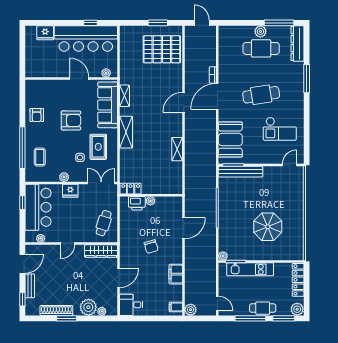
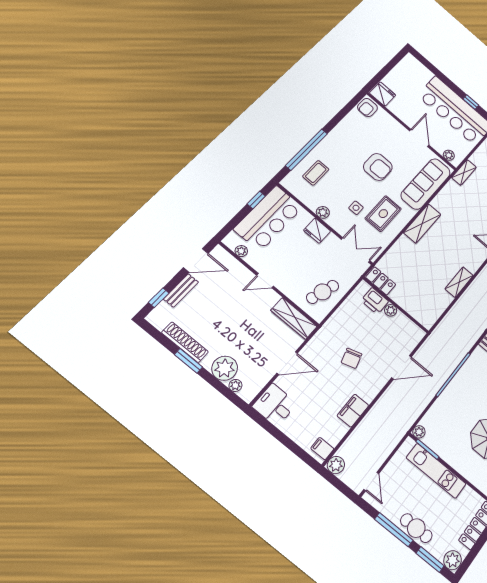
fridge: (45, 33) -> (383, 94), moved, turned 180
shelving: (124, 96) -> (464, 172), moved
armchair: (37, 115) -> (367, 108), moved

